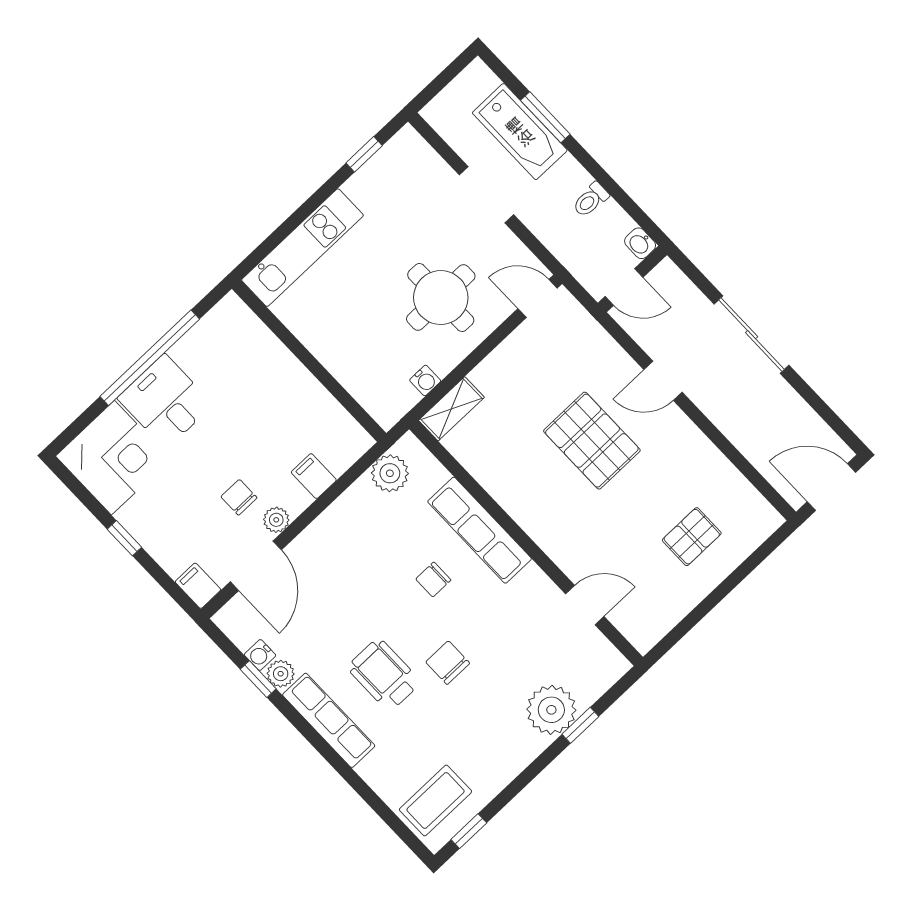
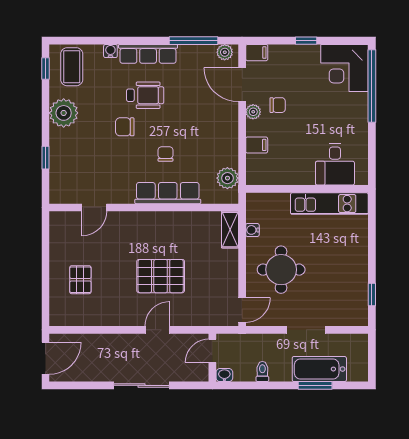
kitchen unit: (302, 248) -> (329, 204), moved, turned -90
window: (150, 358) -> (372, 86), moved
desk: (165, 401) -> (335, 164), moved, turned 90
water cooler: (260, 655) -> (110, 51), moved
chair: (448, 663) -> (125, 127), turned 180
plant: (281, 674) -> (225, 52), moved
window: (258, 679) -> (194, 41), width x2.17
plant: (551, 710) -> (64, 113), moved

